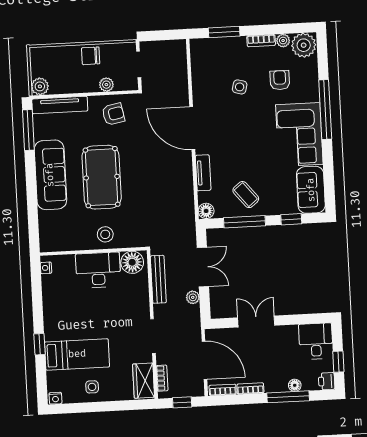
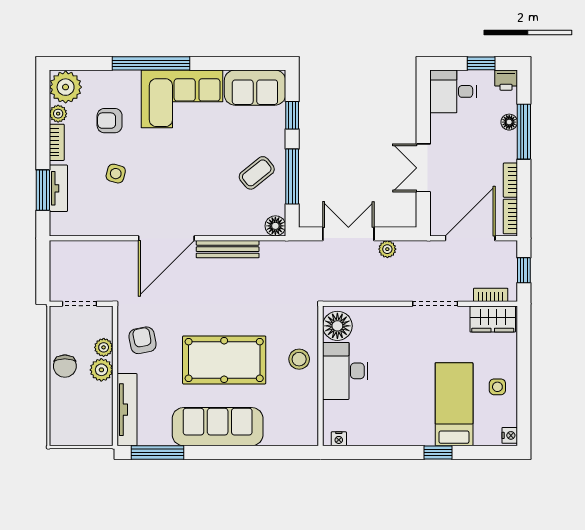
plant: (40, 86) -> (101, 370), moved
tv unit: (203, 173) -> (58, 188), moved, turned 90
bench: (158, 279) -> (228, 249), moved

